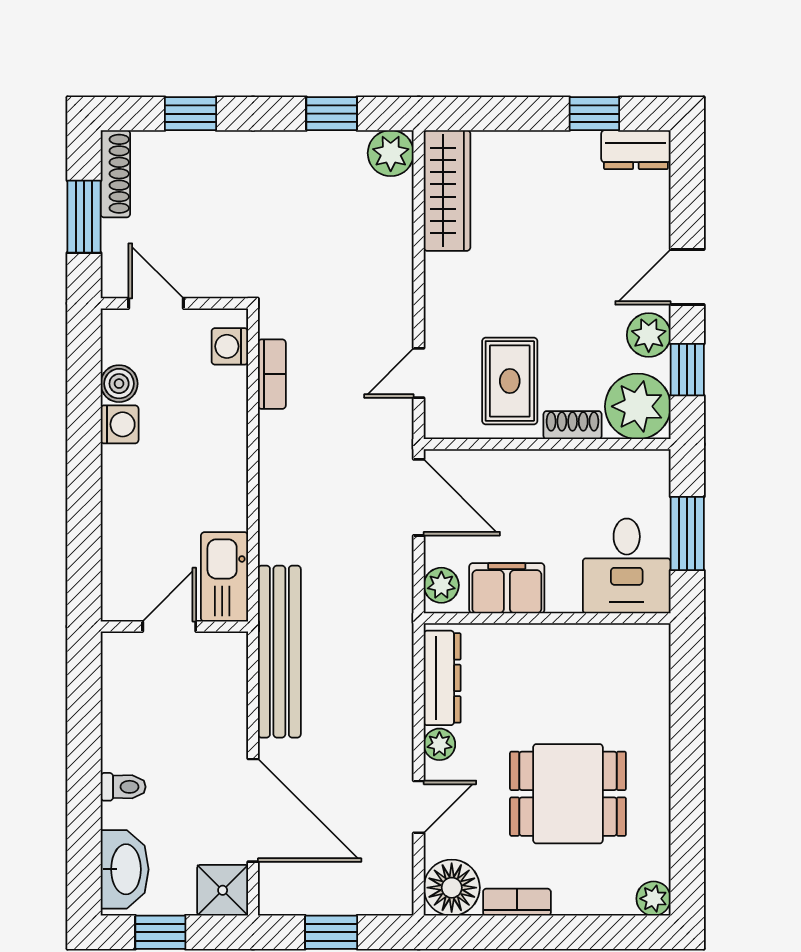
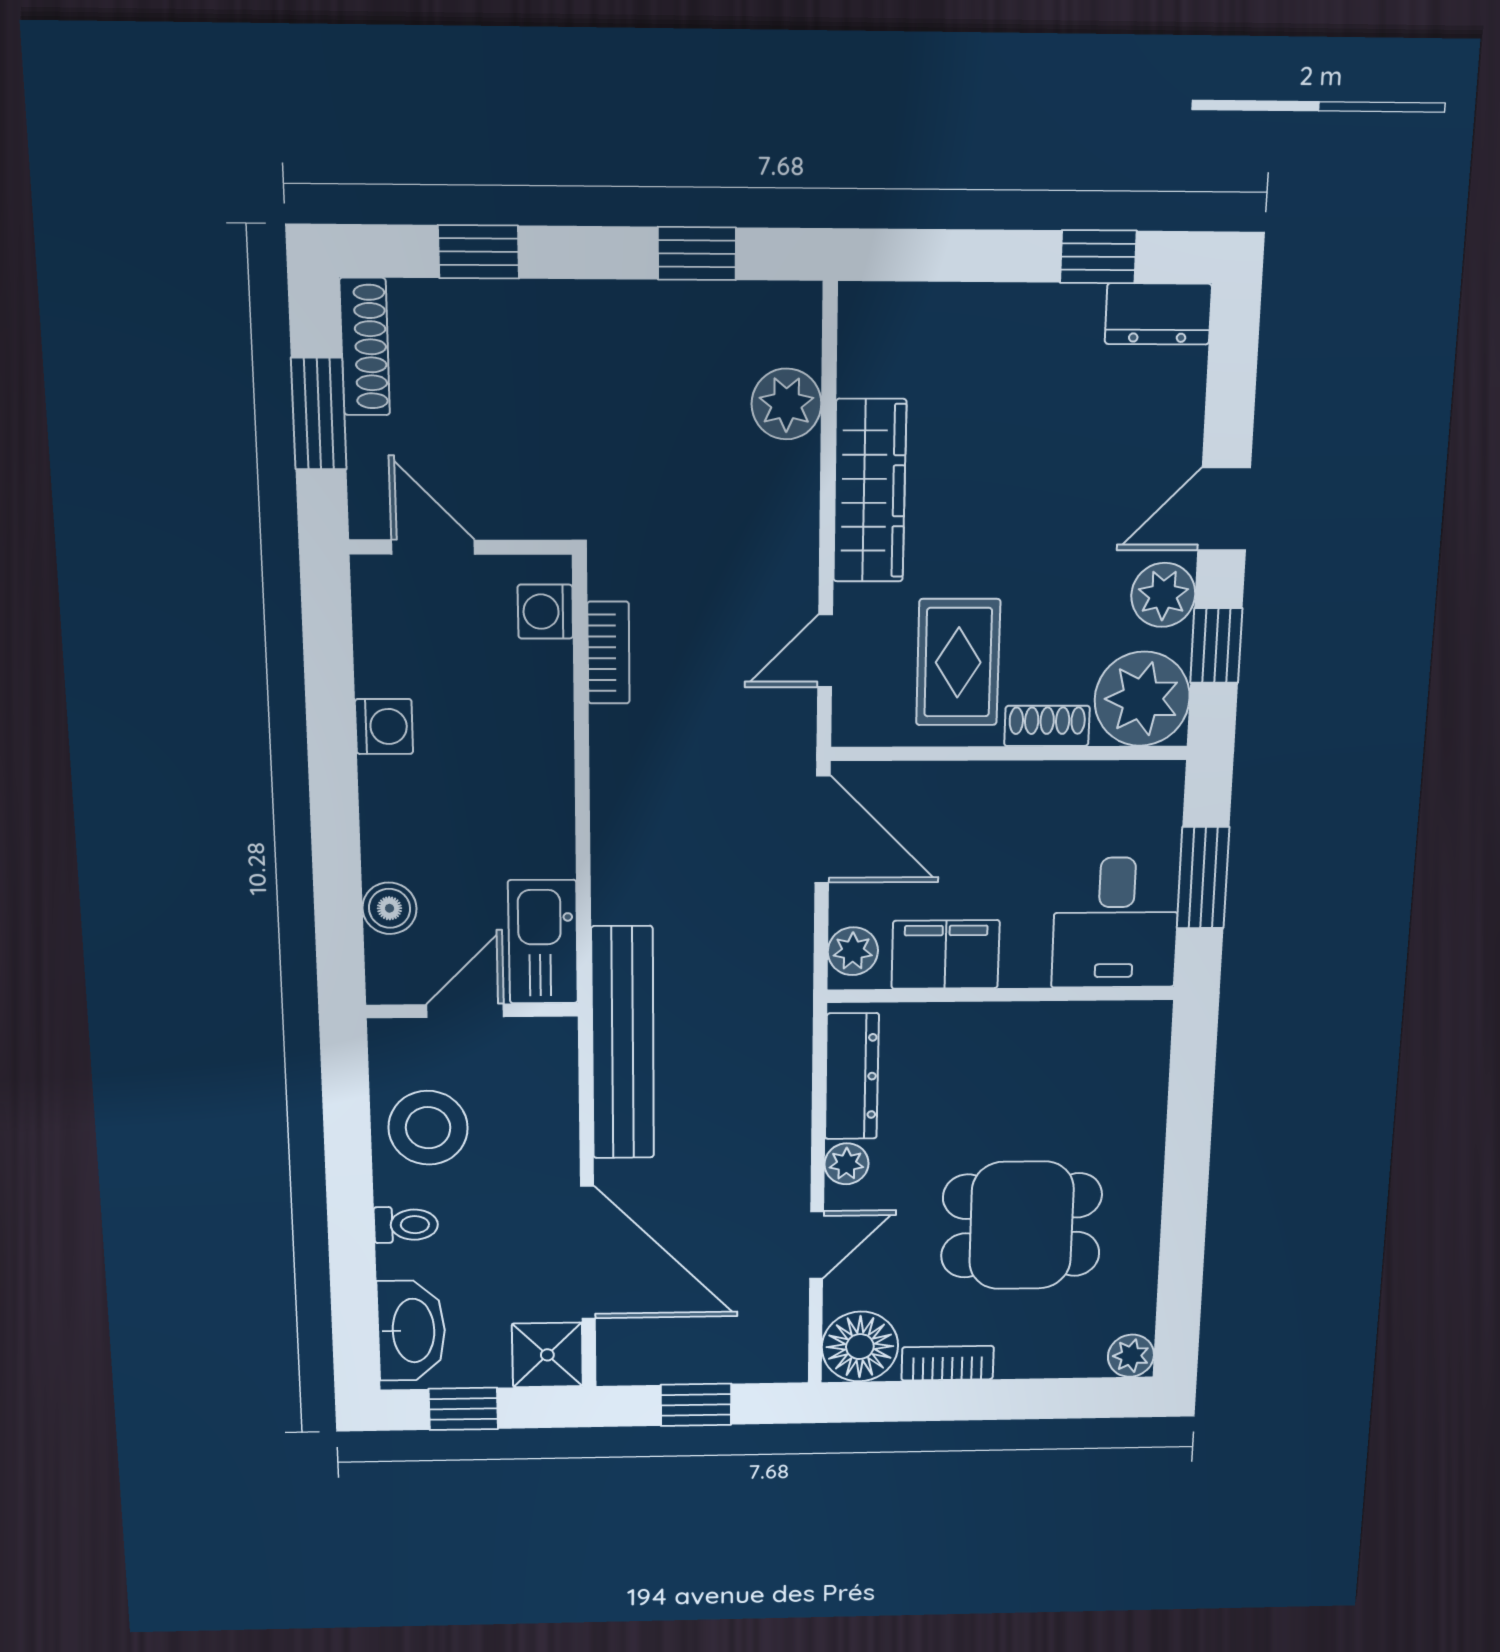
plant: (391, 153) -> (786, 404), moved
wardrobe: (447, 191) -> (870, 491), moved
boiler: (119, 384) -> (390, 908), moved
stool: (141, 713) -> (428, 1128), added

